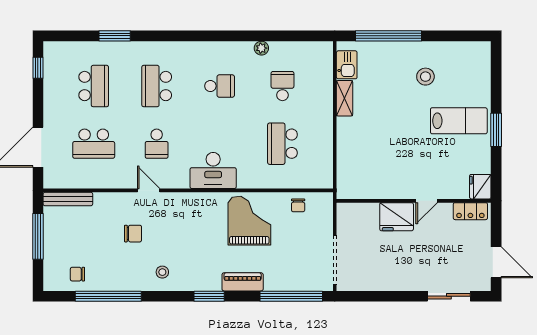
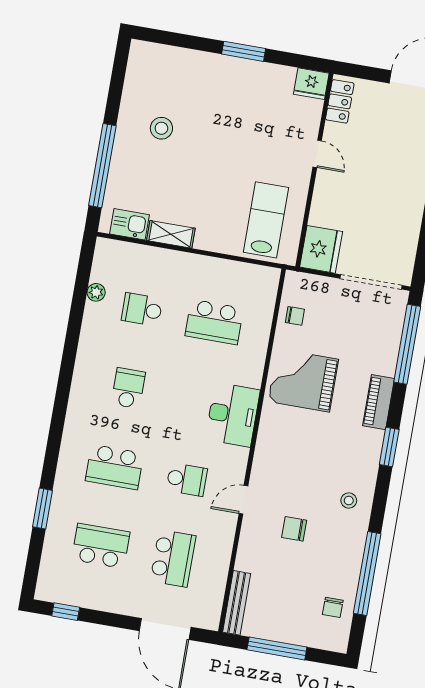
plant: (261, 48) -> (96, 292), moved
lab bench: (459, 121) -> (266, 220), moved
fridge: (397, 217) -> (321, 249), moved
chair: (133, 234) -> (294, 529), turned -90

